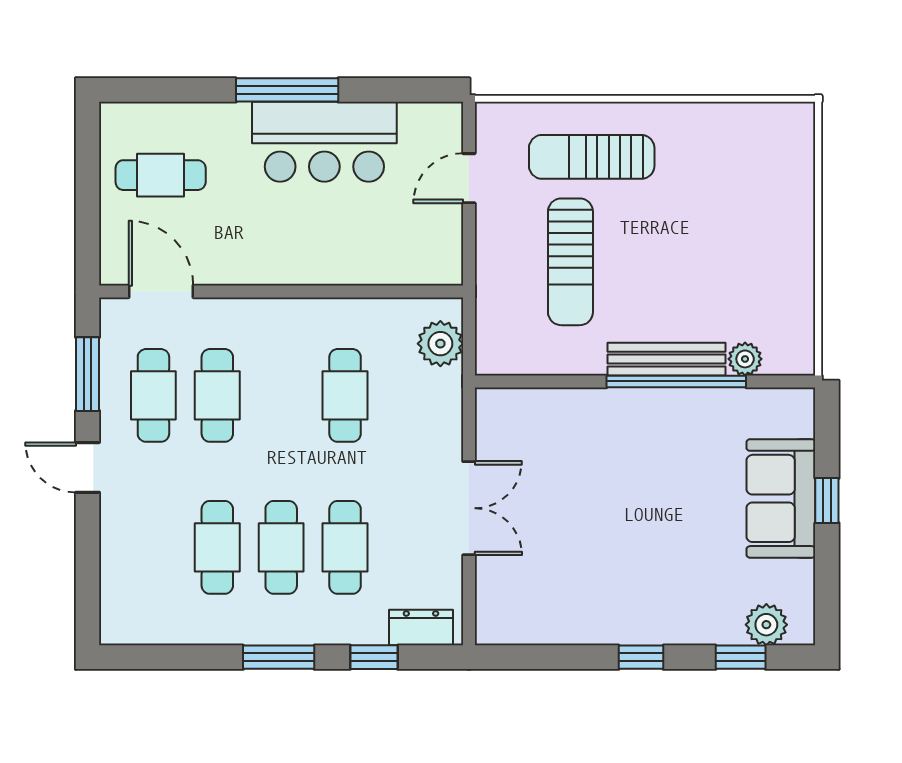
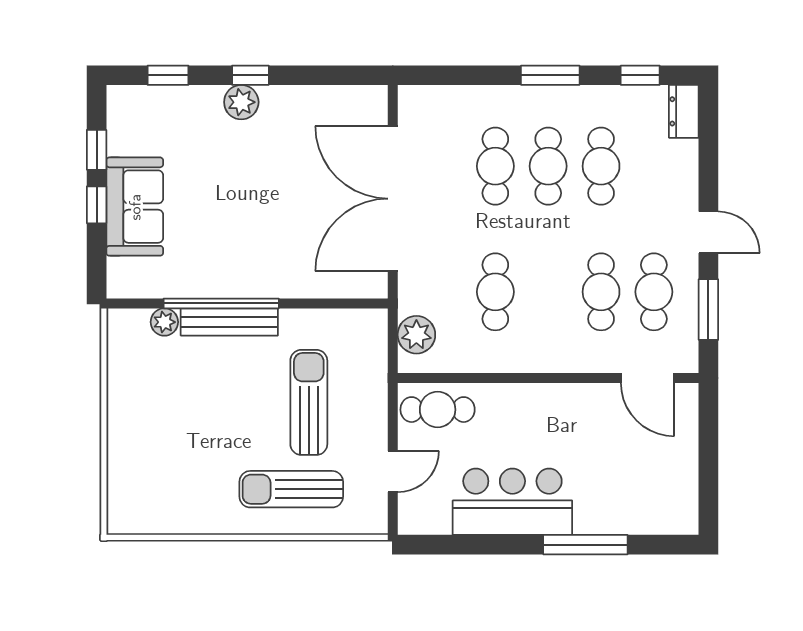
window: (287, 90) -> (585, 545), moved
sun lounger: (592, 157) -> (291, 489), turned 180
cafe table: (161, 175) -> (438, 410), moved
double door: (469, 508) -> (393, 199), width x1.87
window: (827, 567) -> (97, 150), added
plant: (766, 625) -> (241, 102), moved
dresser: (421, 628) -> (684, 111), moved, turned 90
window: (374, 657) -> (640, 75), moved

